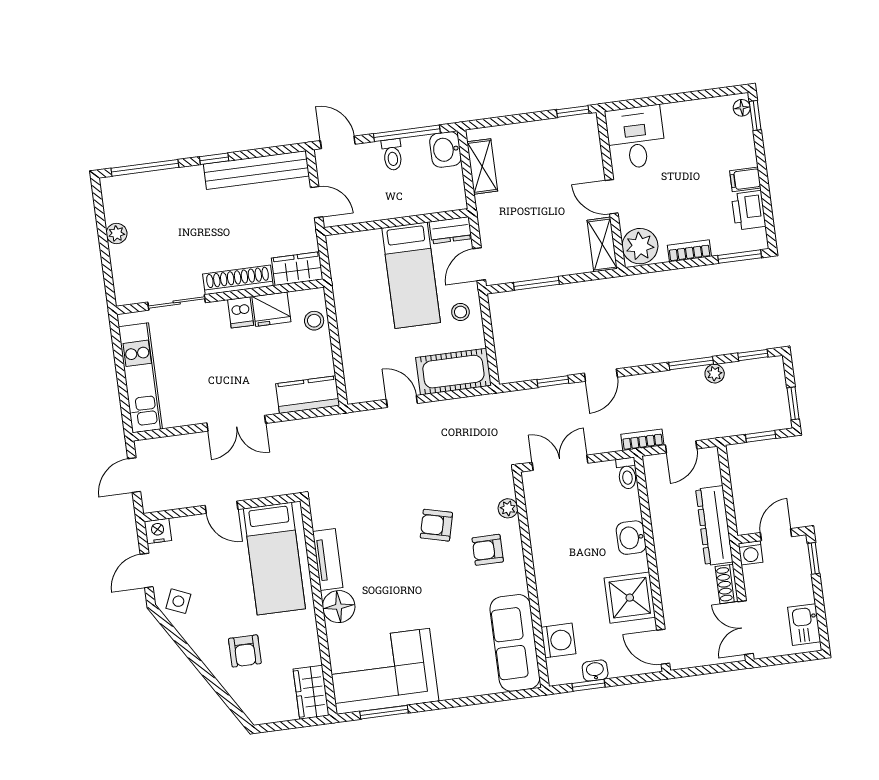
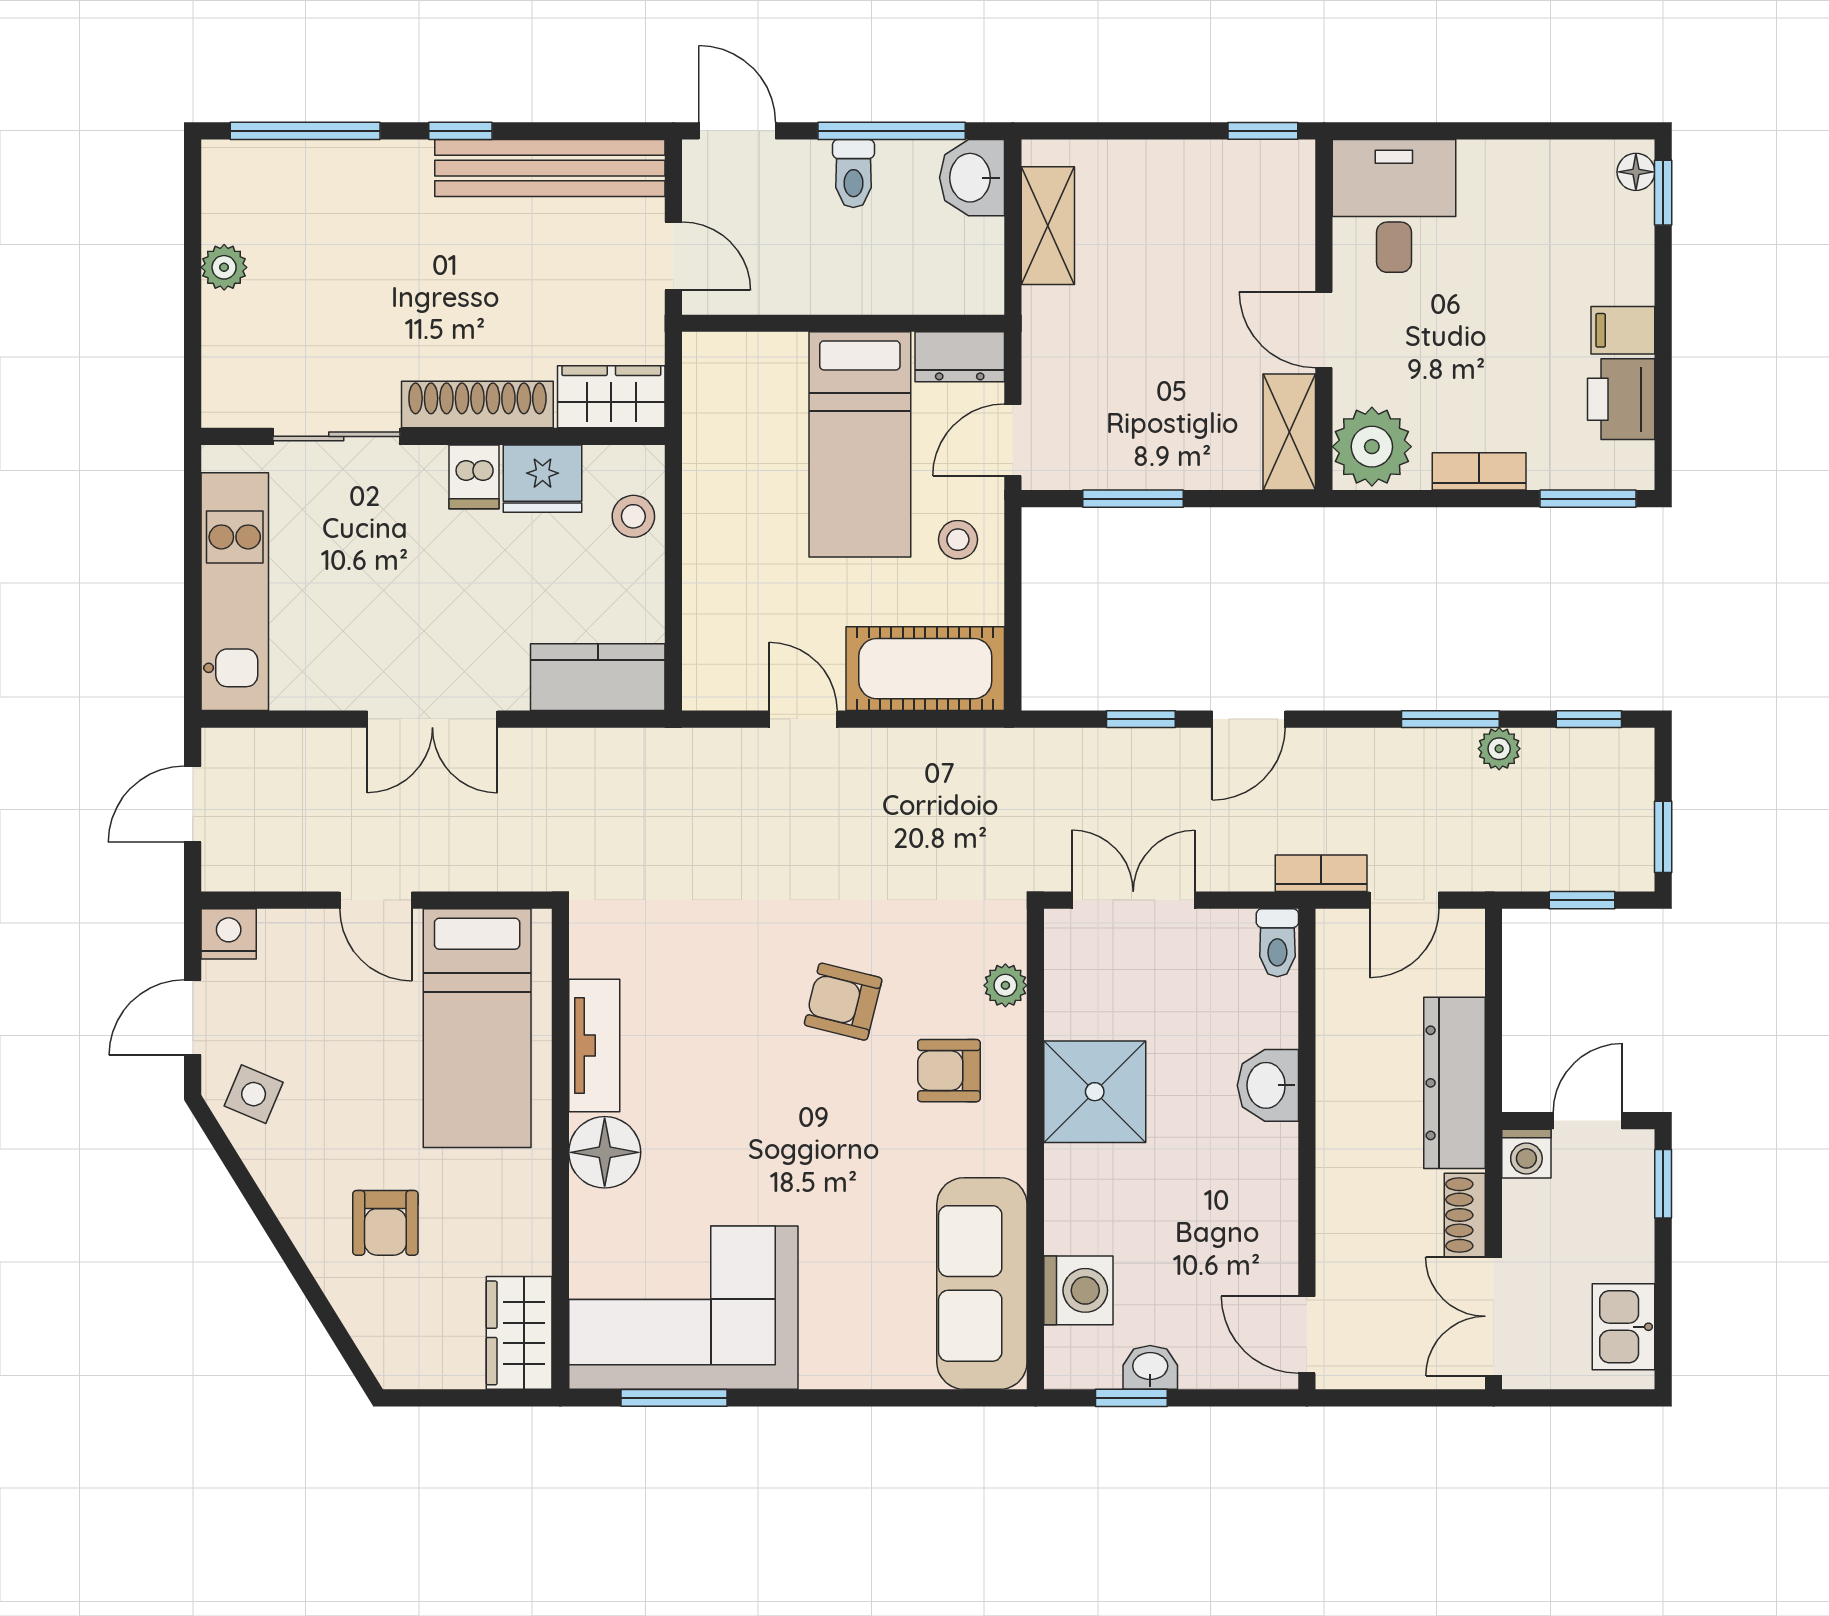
shower: (630, 598) -> (1095, 1092), moved

